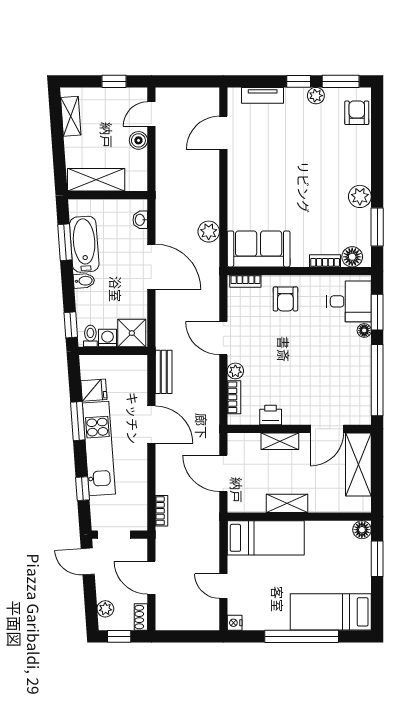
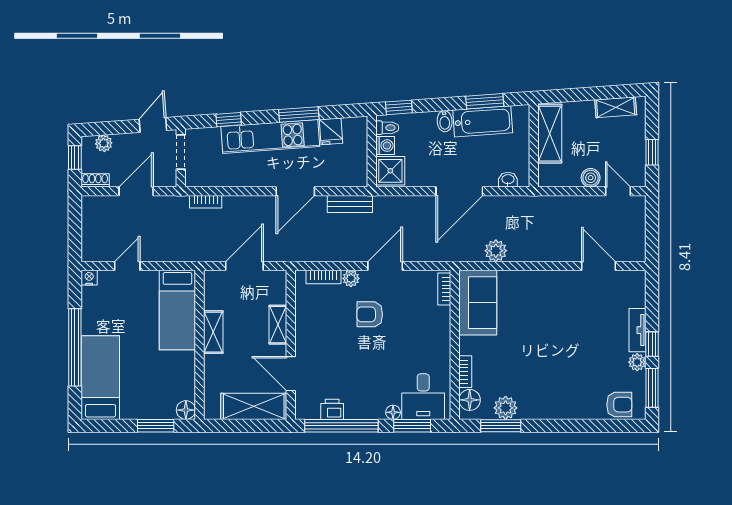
tv unit: (263, 95) -> (637, 330), moved
plant: (360, 196) -> (506, 408), moved
armchair: (285, 299) -> (370, 314), moved
printer: (271, 415) -> (332, 409), moved, turned -90

